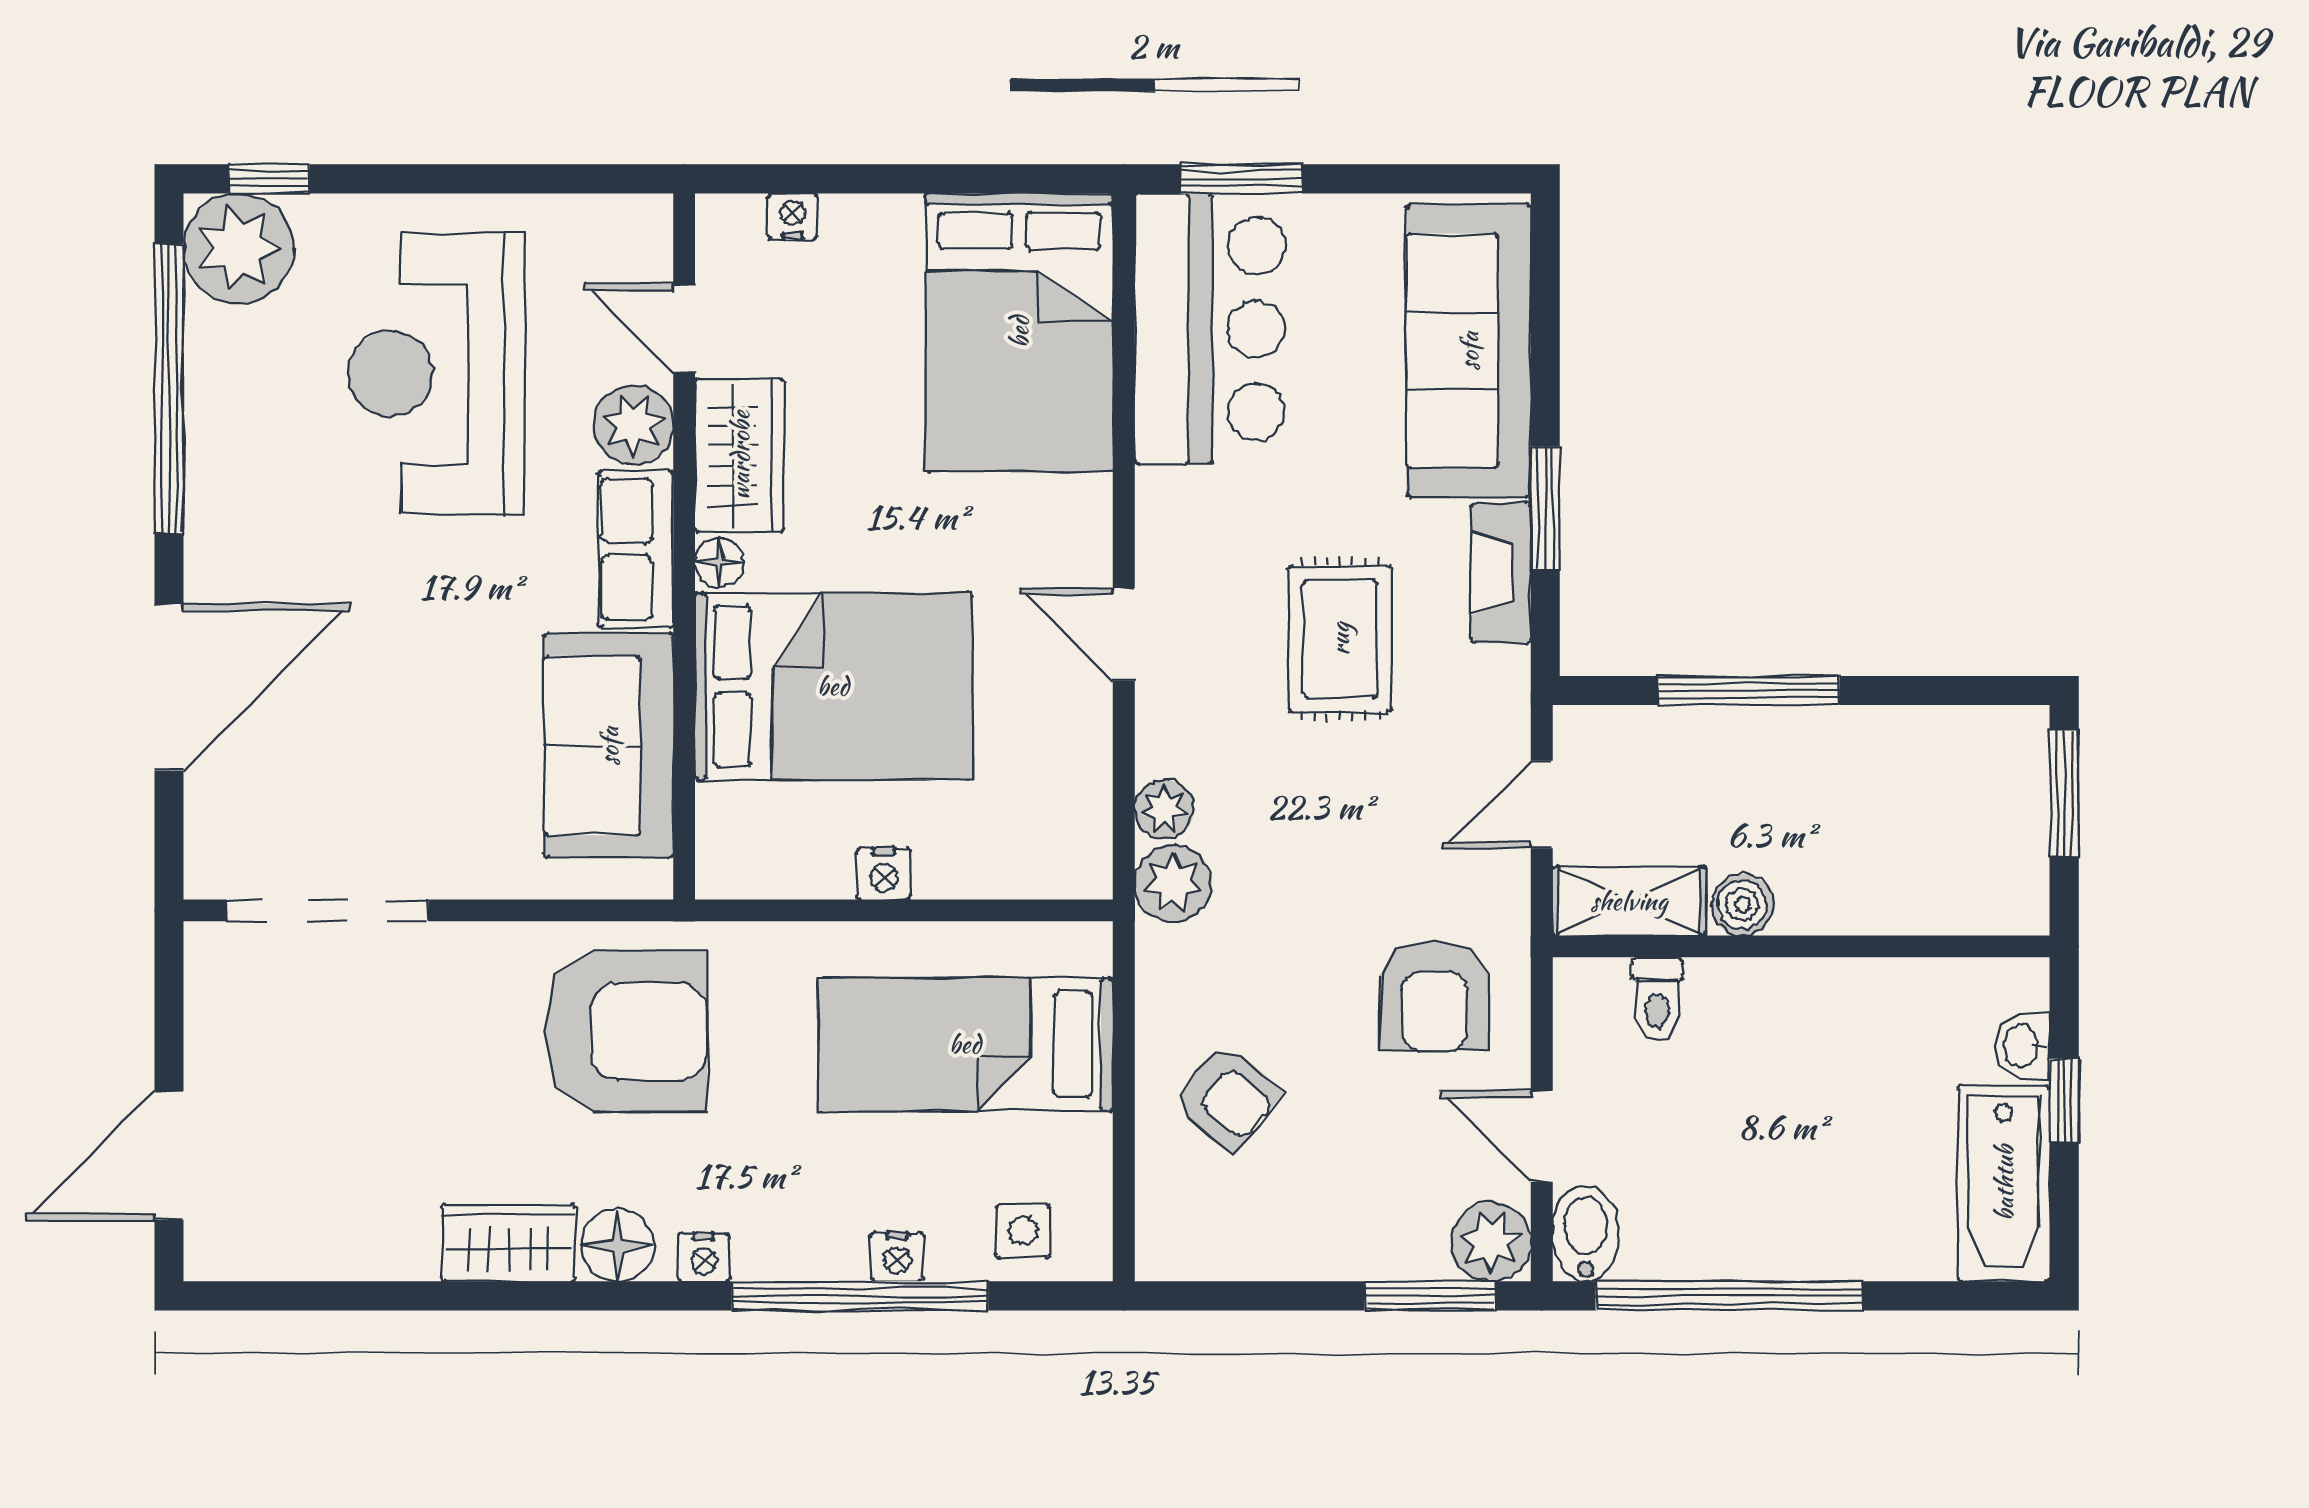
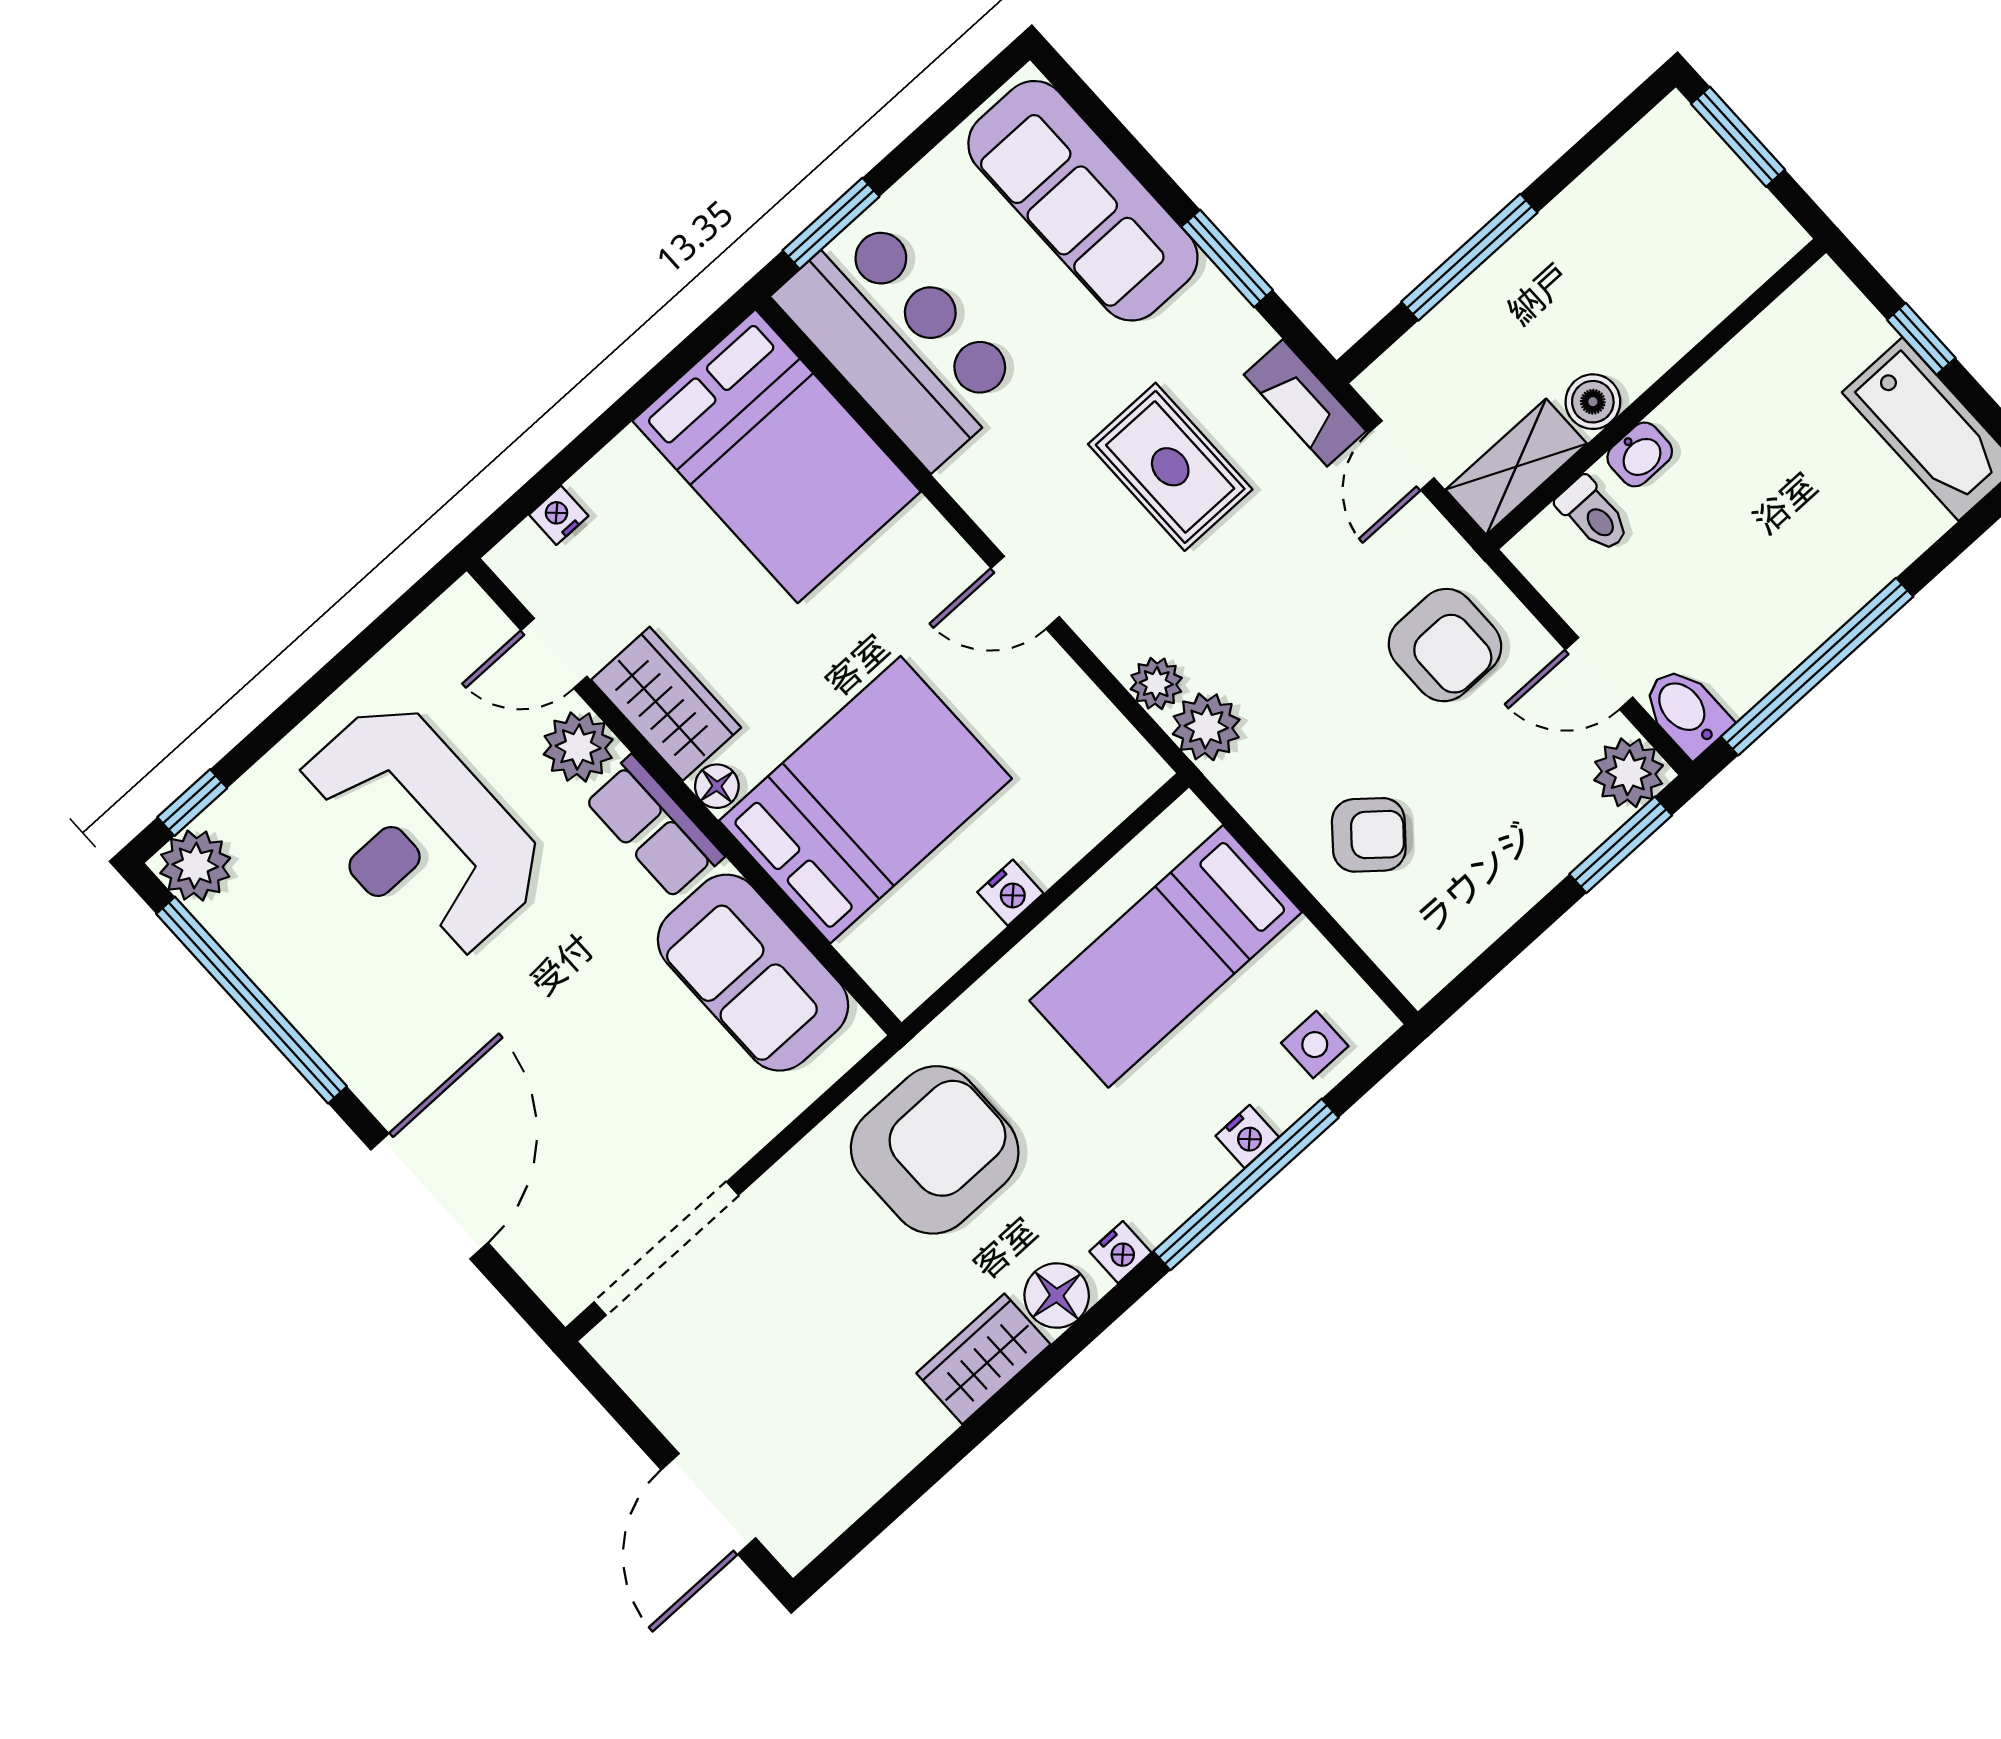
plant: (239, 248) -> (195, 866), width x0.73, depth x0.73
fireplace: (1501, 573) -> (1305, 403), moved
washbasin: (2023, 1046) -> (1640, 454), moved, turned -90

